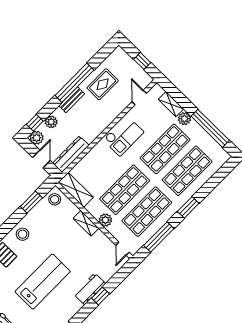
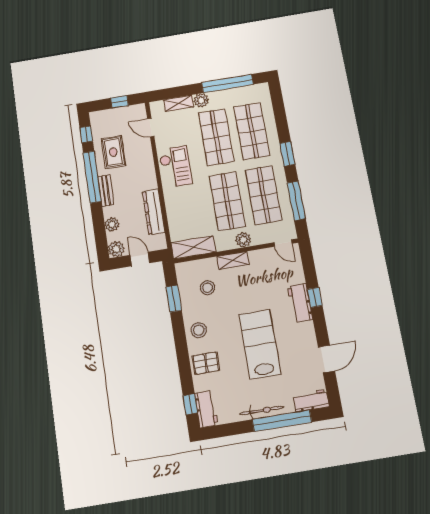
window: (35, 123) -> (86, 134), moved
dresser: (71, 154) -> (154, 212), moved
stool: (55, 199) -> (208, 288), moved

